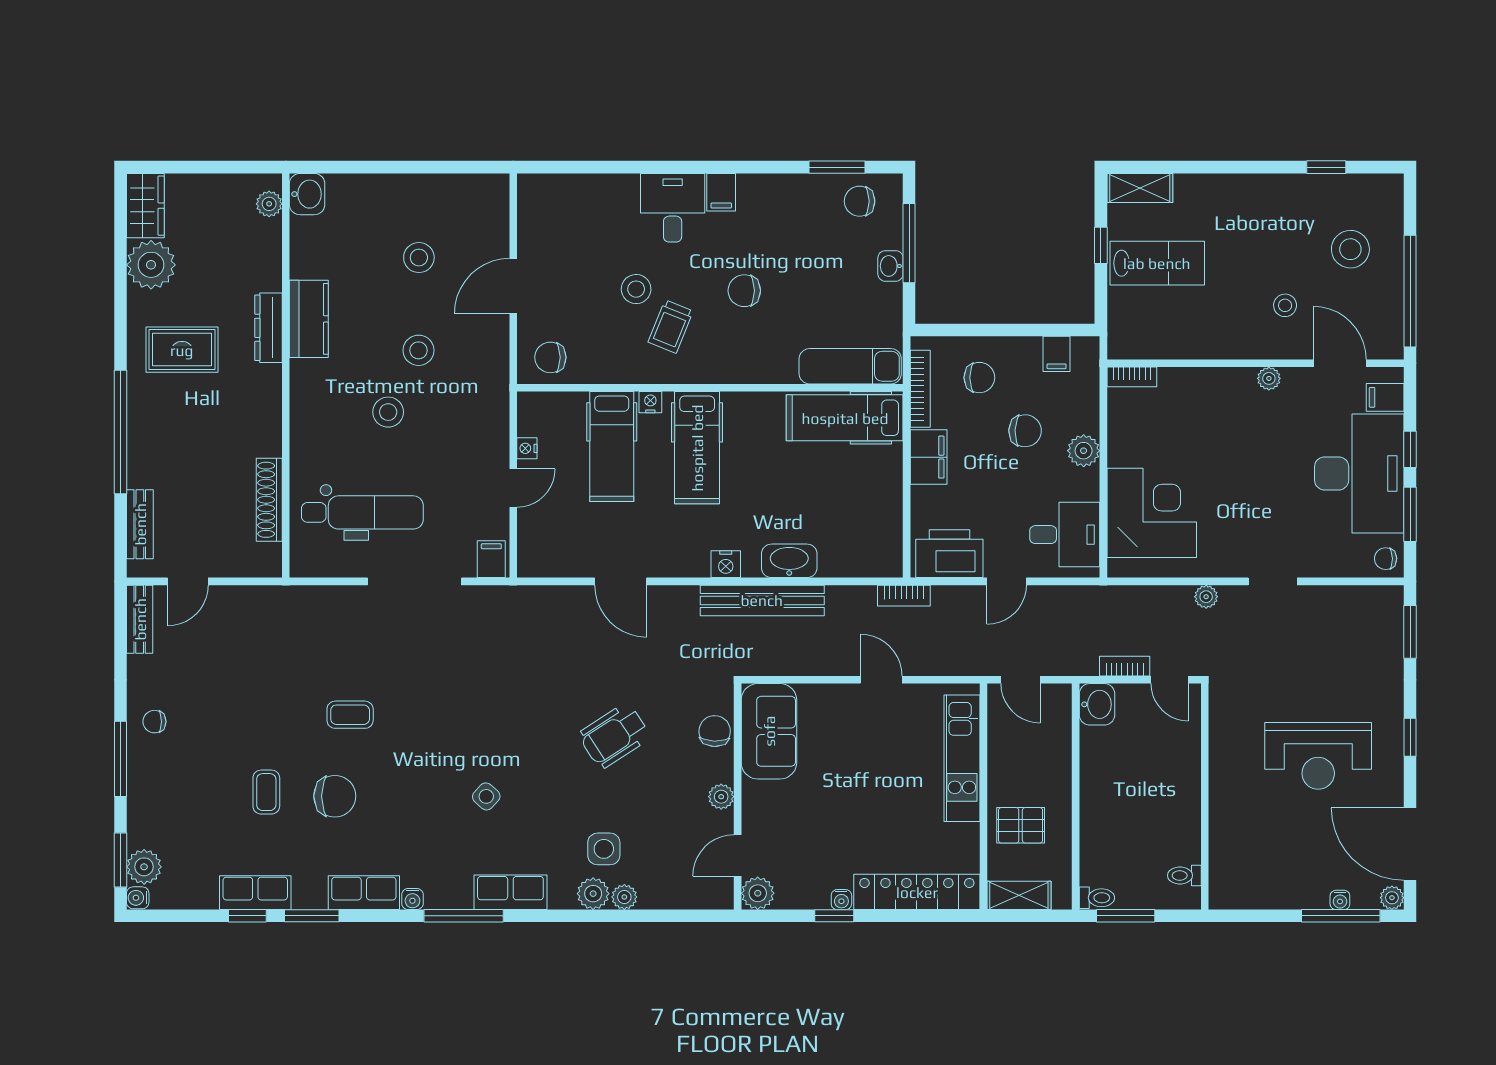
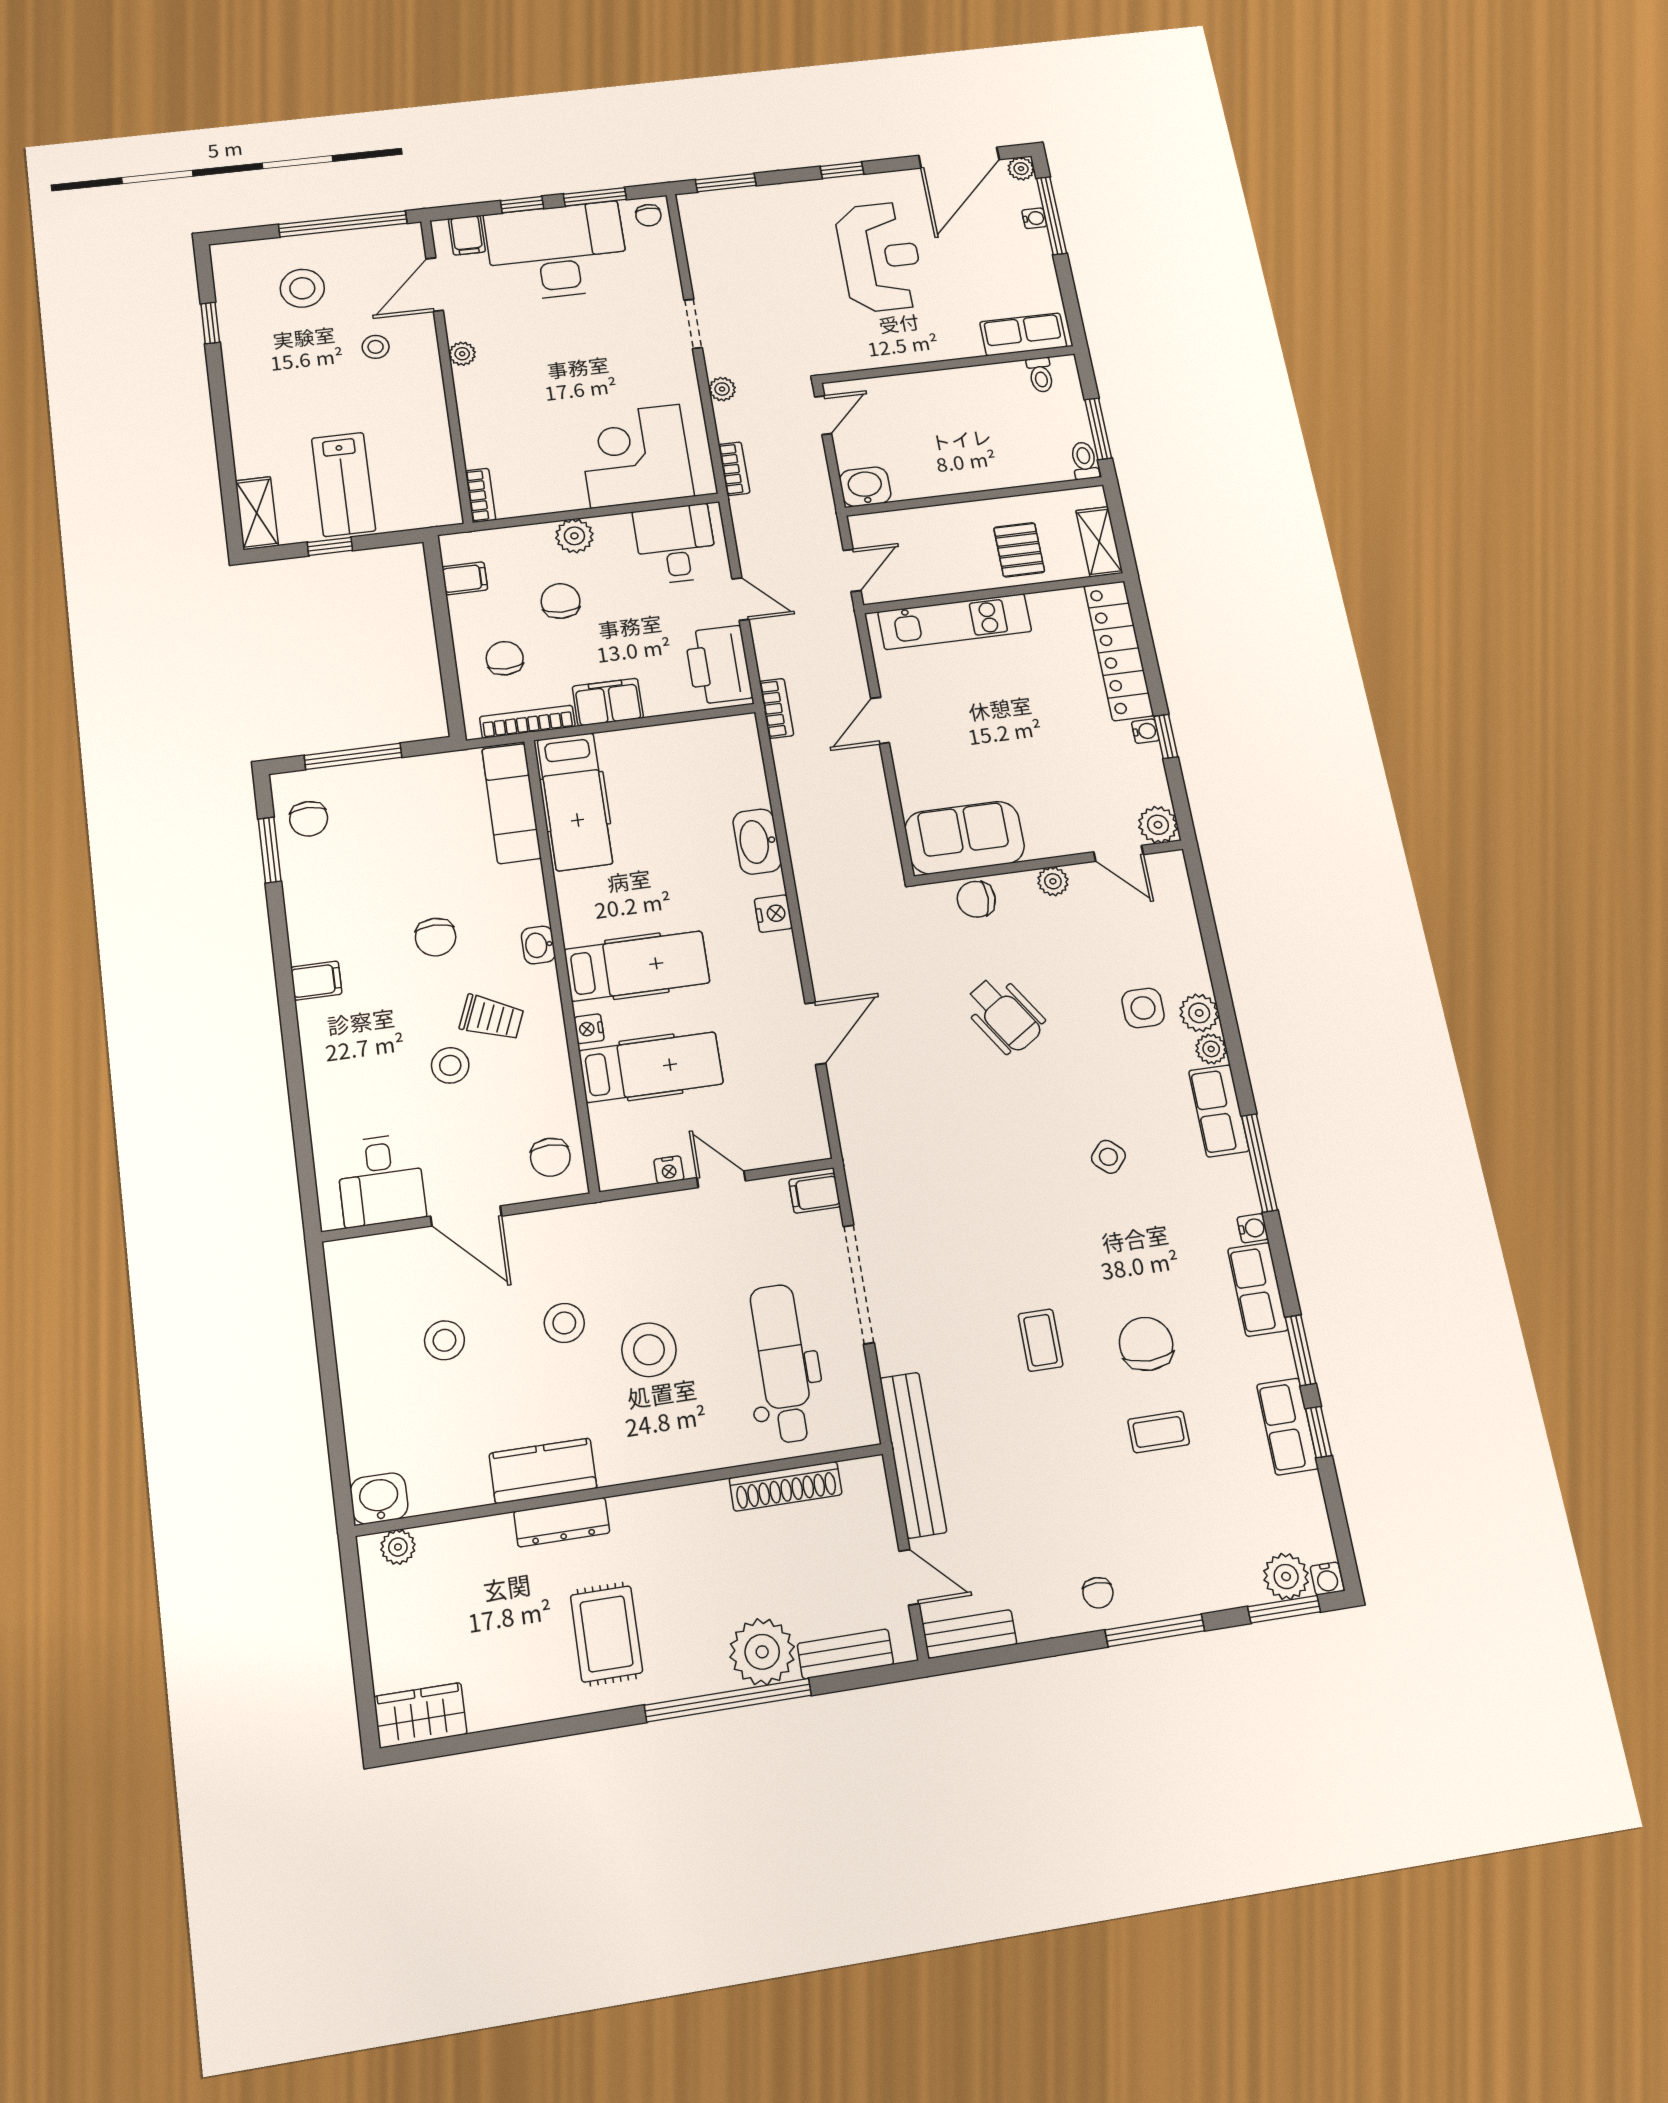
desk: (673, 208) -> (381, 1180), moved, turned -90
lab bench: (1157, 263) -> (344, 484), turned 180
plant: (151, 265) -> (762, 1652), moved
washbasin: (890, 266) -> (538, 945), moved, turned 90
stool: (388, 412) -> (649, 1350), width x1.38, depth x1.38
bench: (762, 600) -> (913, 1455), moved
bookcase: (1125, 666) -> (734, 469), moved, turned 180
row of seats: (1226, 868) -> (1023, 334), added
plant: (624, 897) -> (1211, 1049), moved

